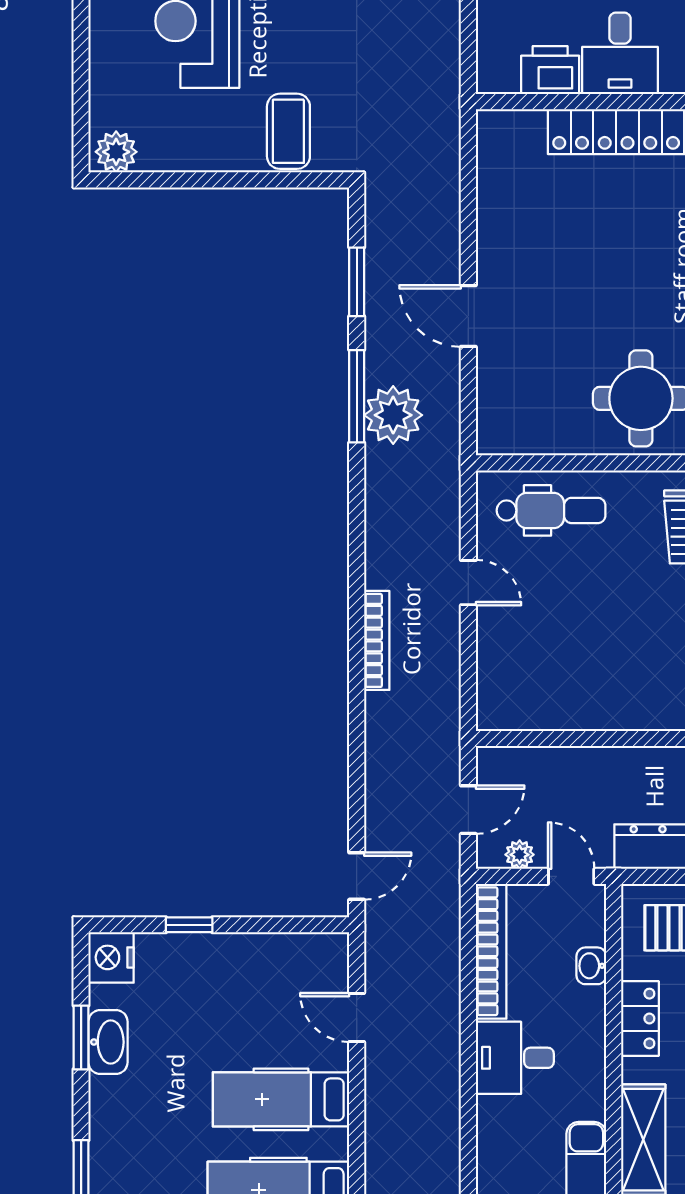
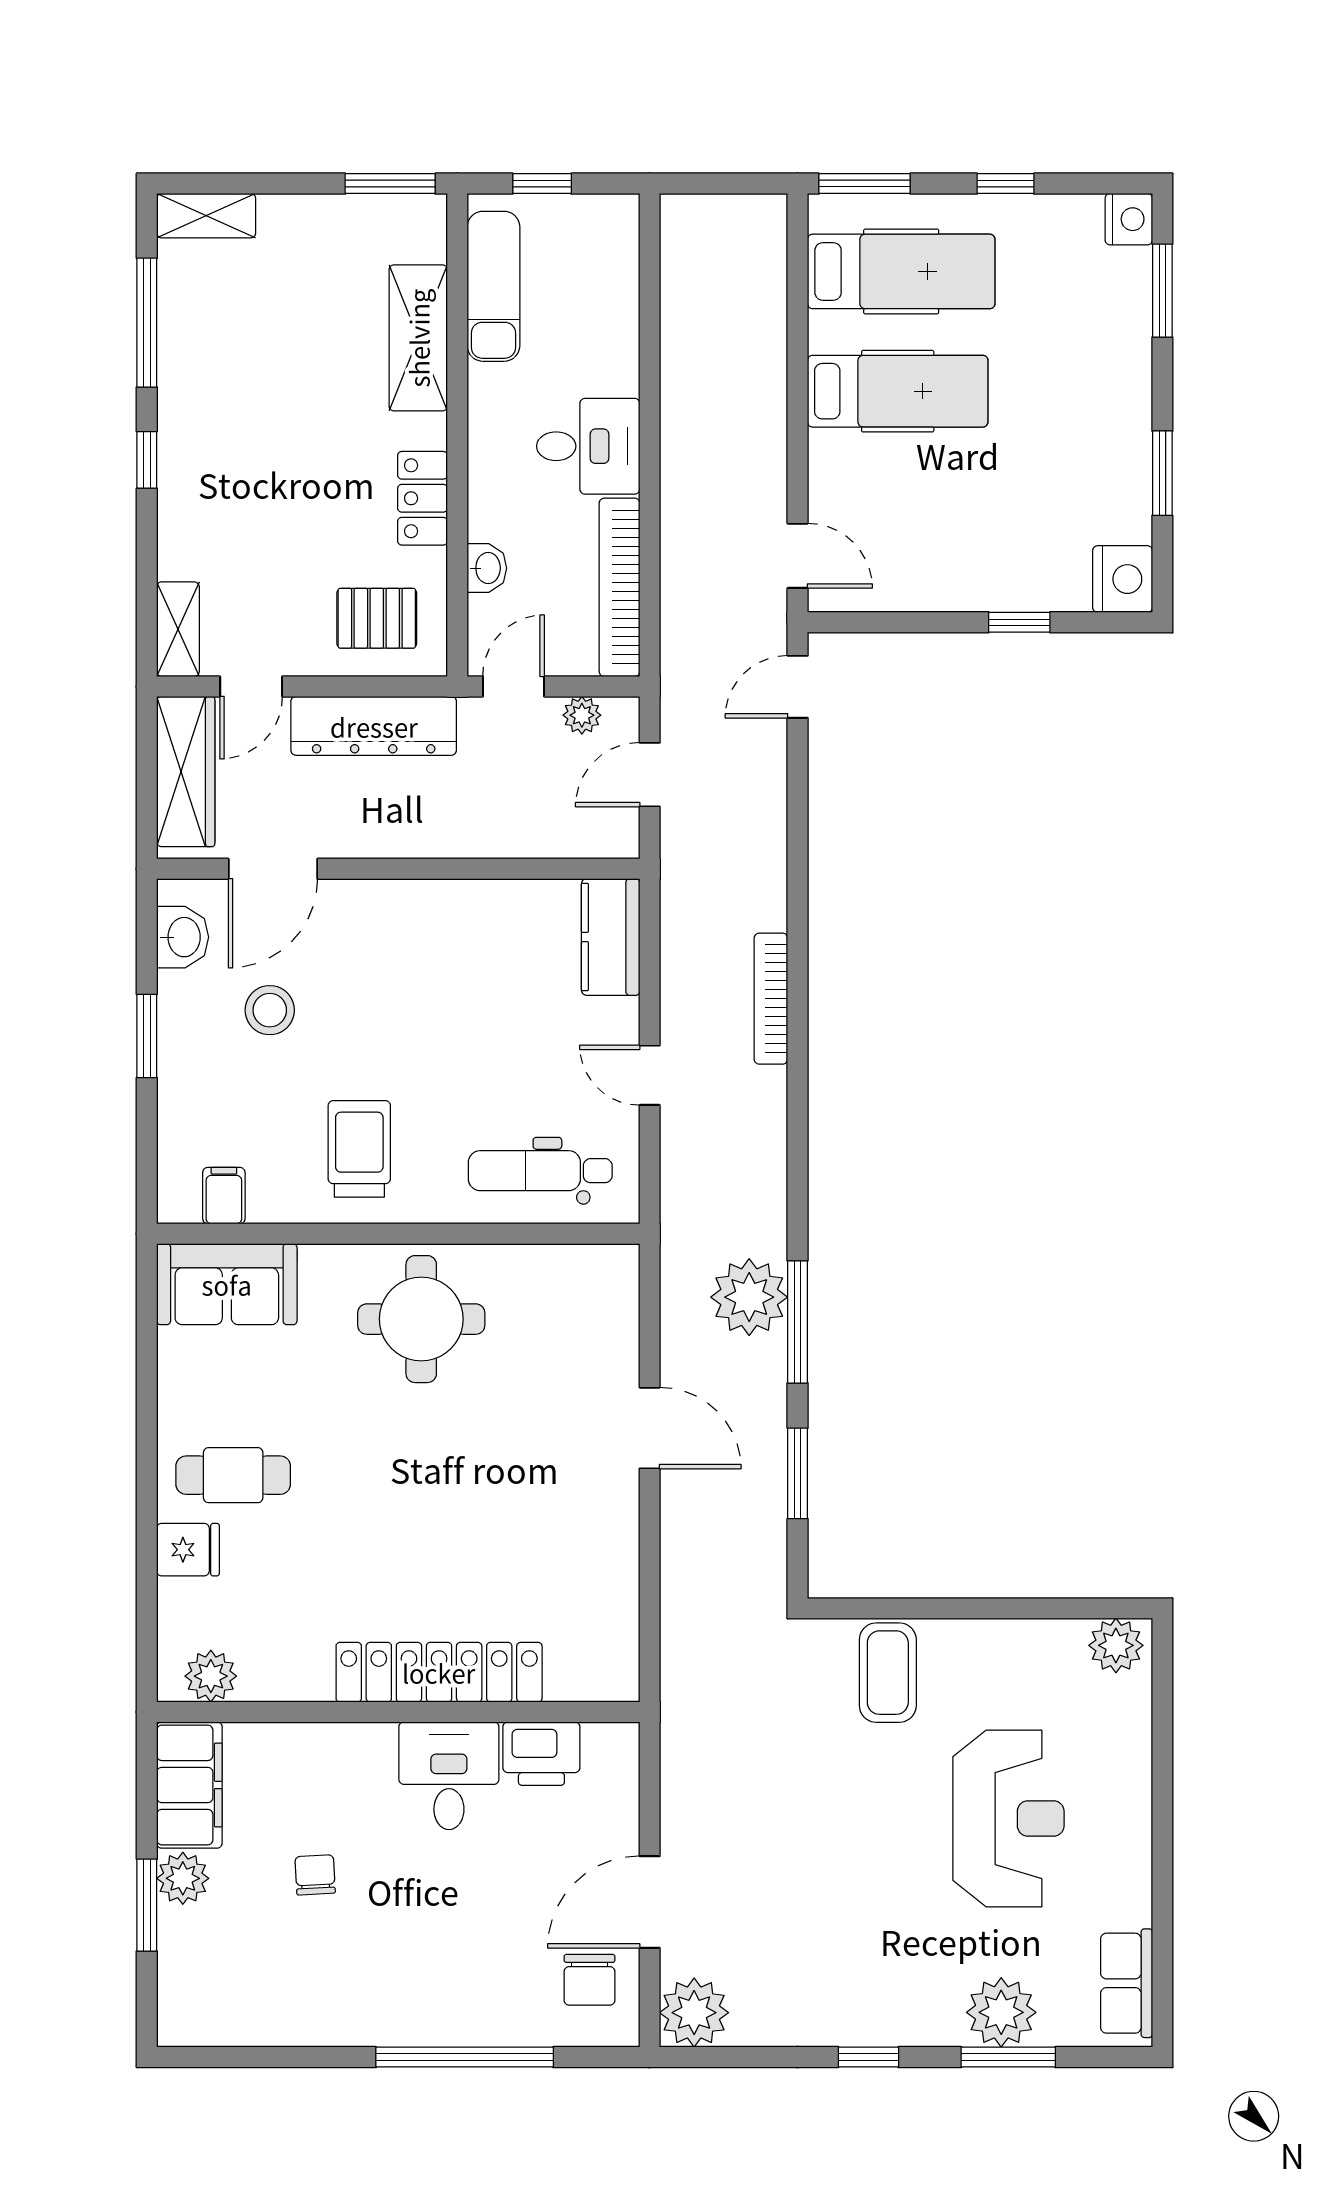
kitchen counter: (498, 687) -> (611, 937), added
door: (571, 876) -> (514, 686), swing flipped
door: (357, 1017) -> (798, 556), moved
washbasin: (108, 1042) -> (1127, 467), removed

